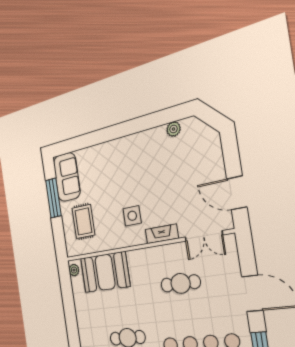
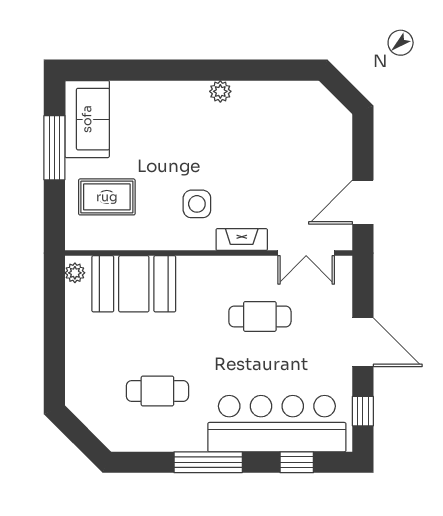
plant: (174, 129) -> (220, 91), moved
door: (237, 193) -> (363, 202), hinge flipped
rug: (83, 222) -> (107, 197), turned 90

